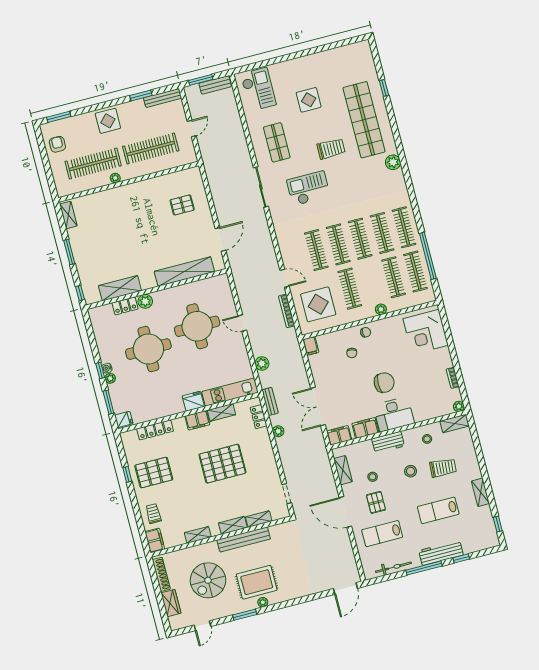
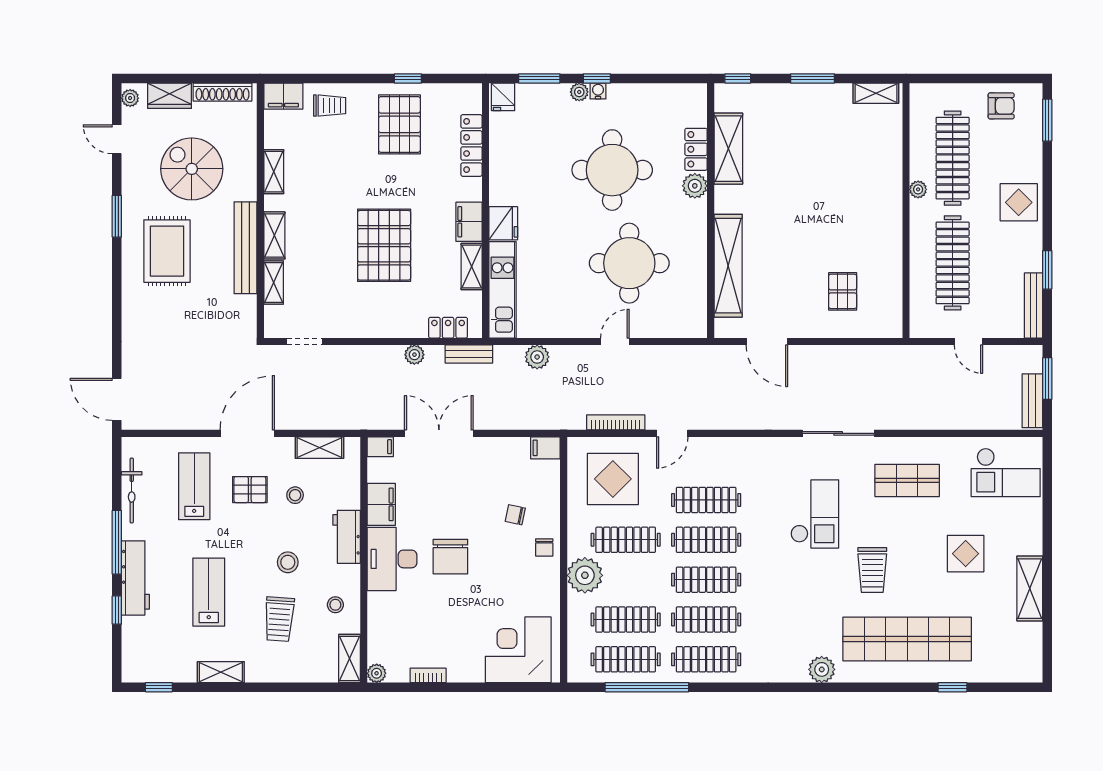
shelving: (319, 59) -> (1030, 589), added
plant: (381, 309) -> (585, 575), width x1.88, depth x1.88
filing cabinet: (339, 435) -> (380, 447), width x0.50
plant: (263, 602) -> (130, 98), moved

